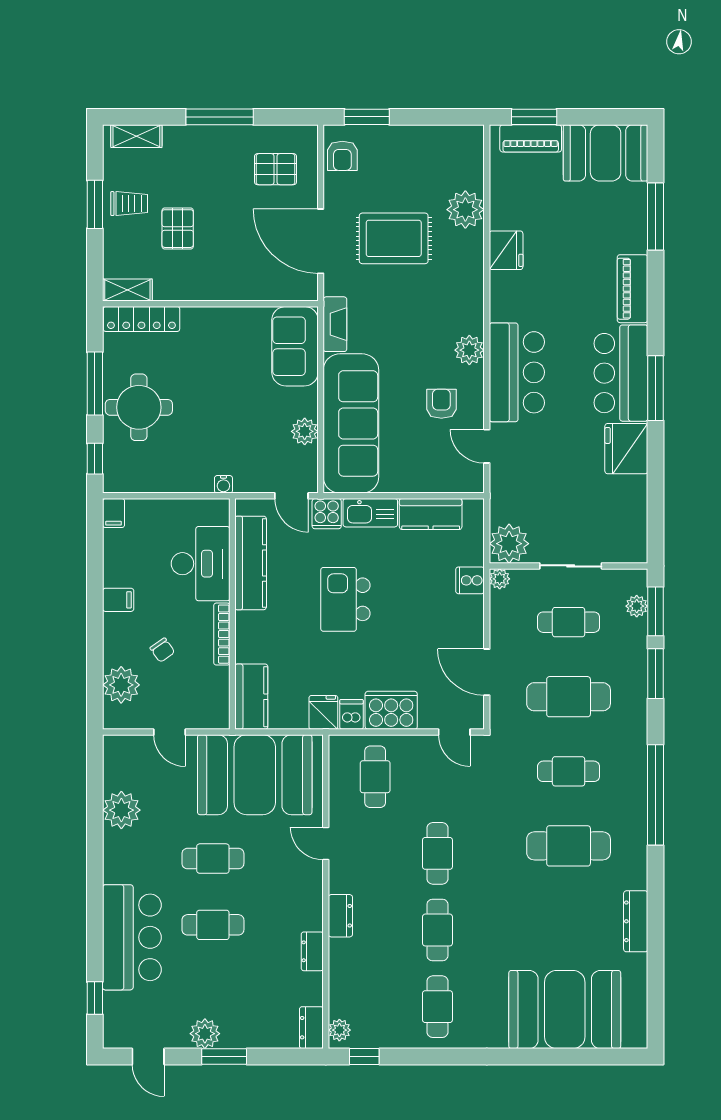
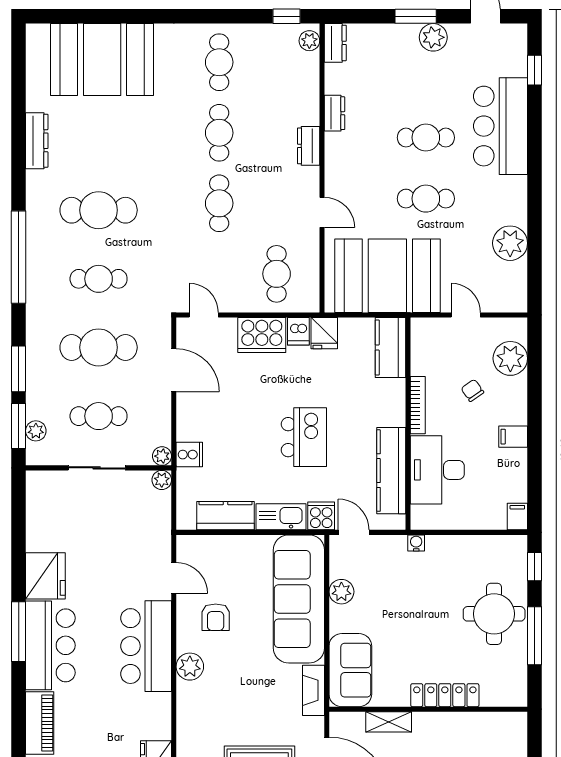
shelving: (127, 290) -> (389, 722), moved
locker: (141, 319) -> (445, 695), moved
plant: (509, 544) -> (162, 480), width x0.53, depth x0.53

